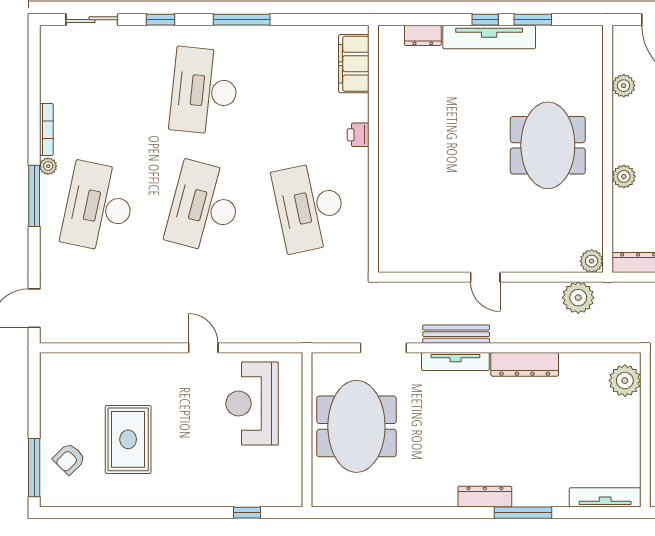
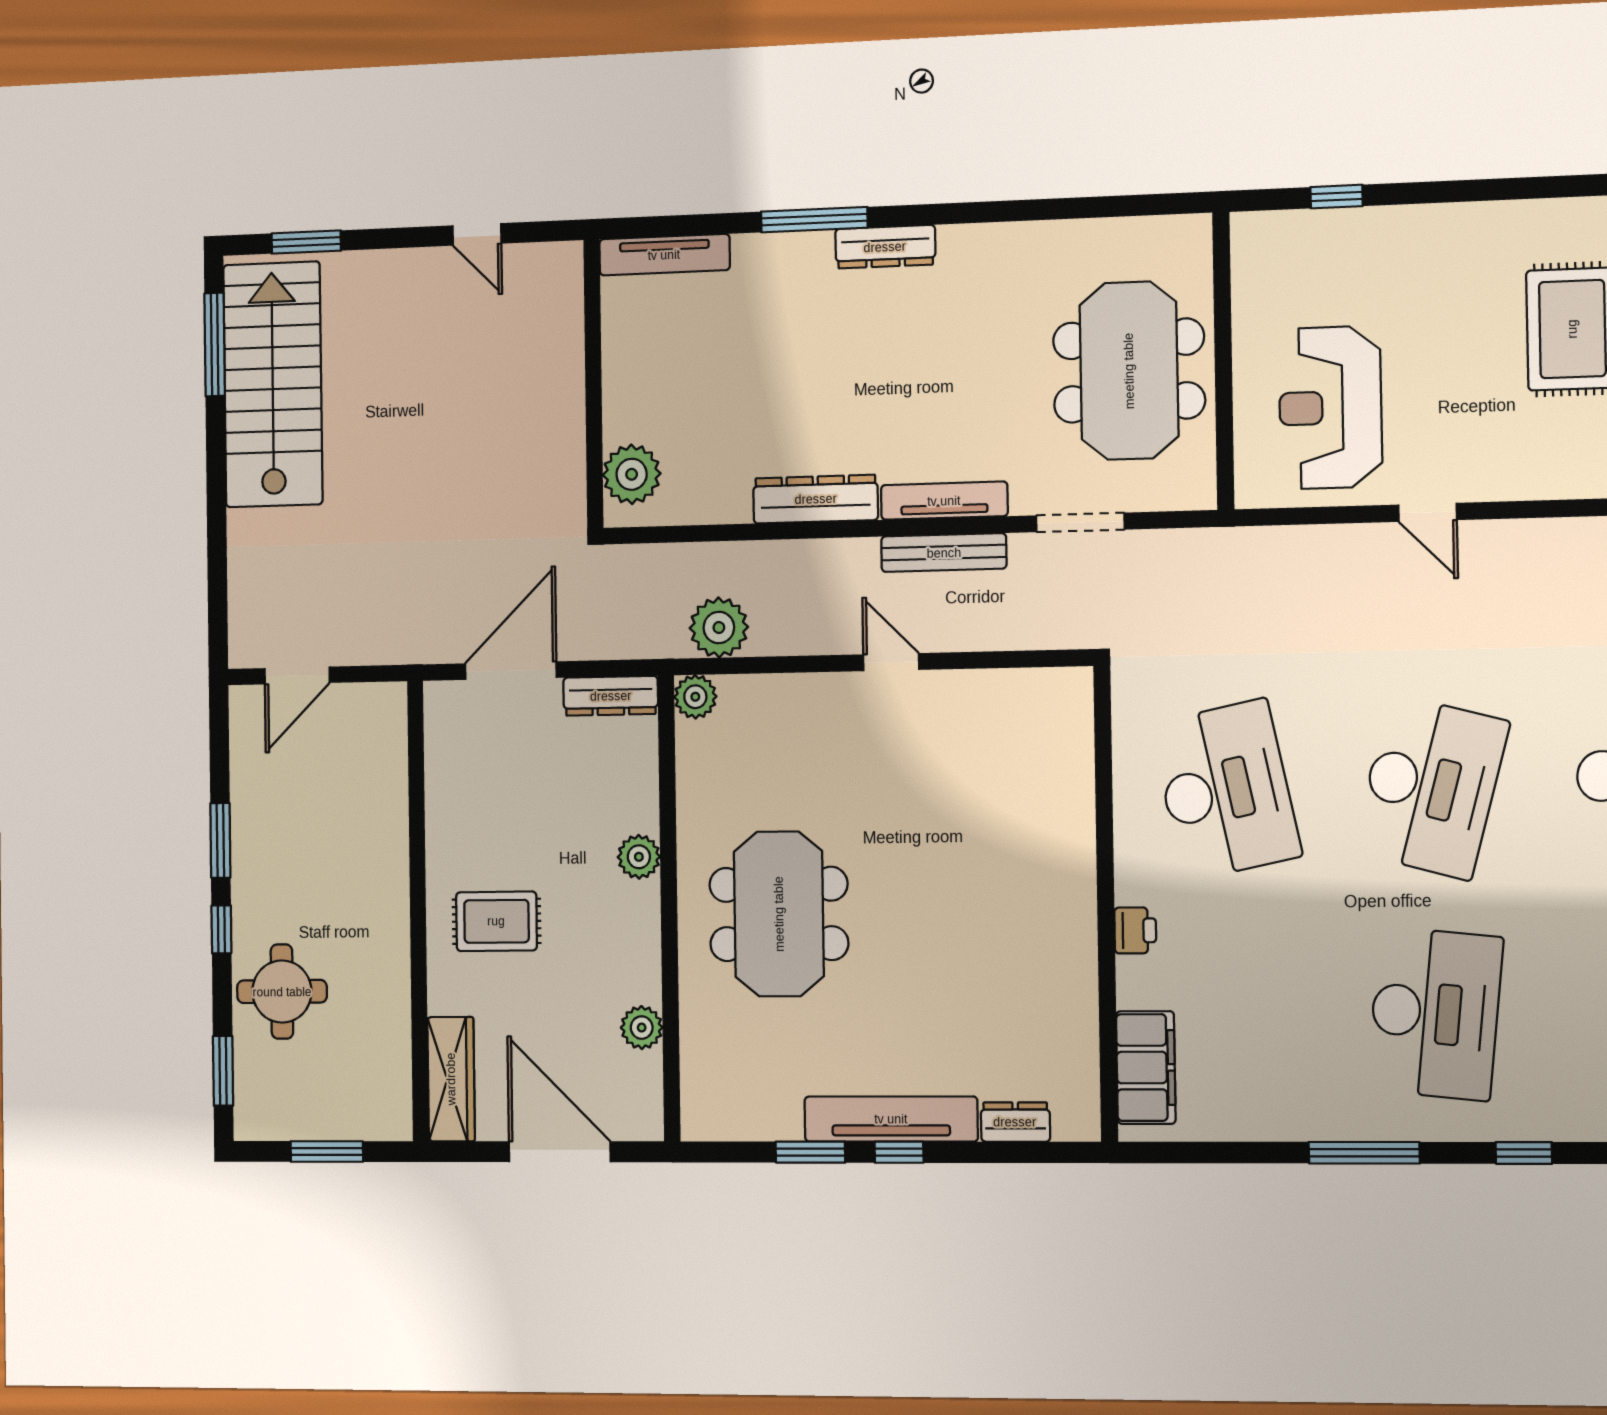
reception desk: (252, 403) -> (1330, 408), turned 180

